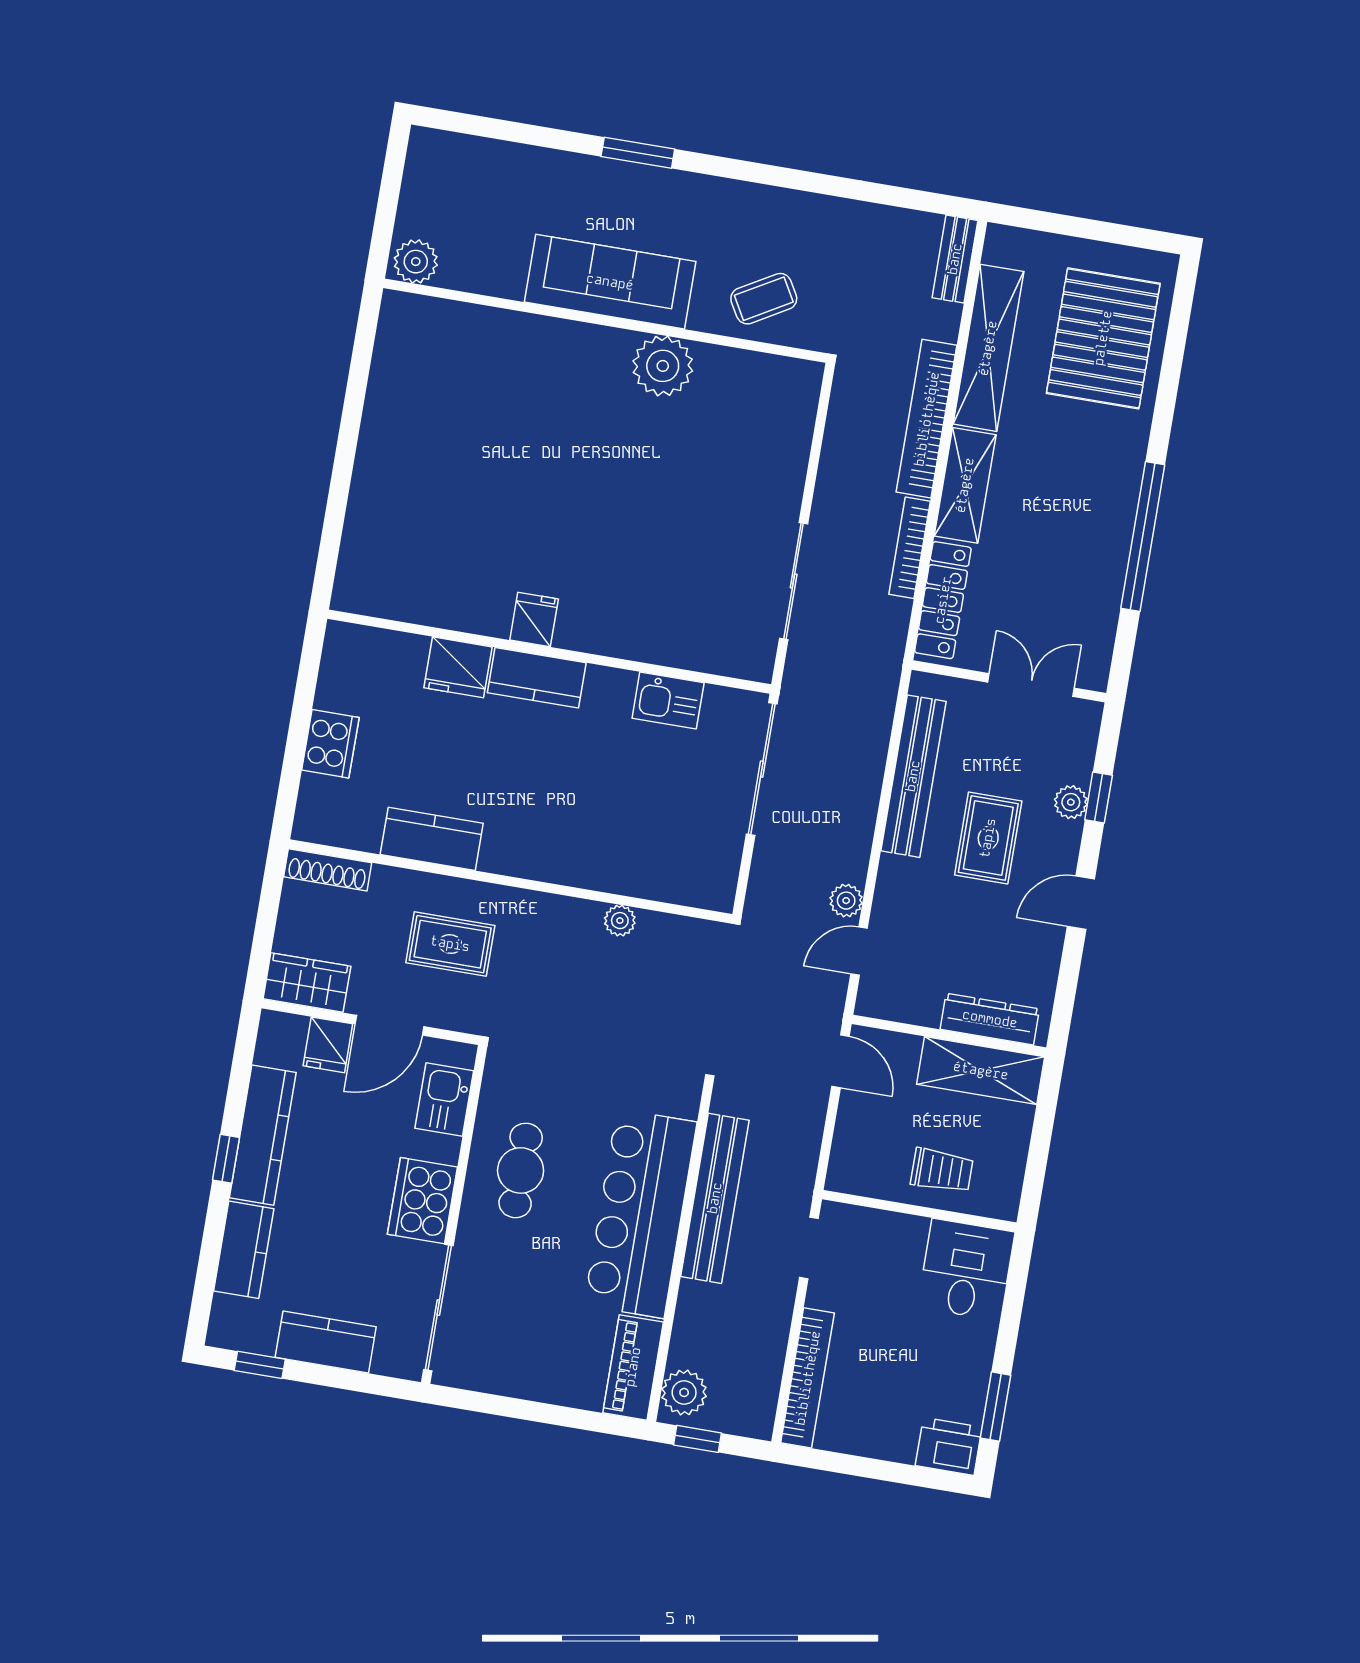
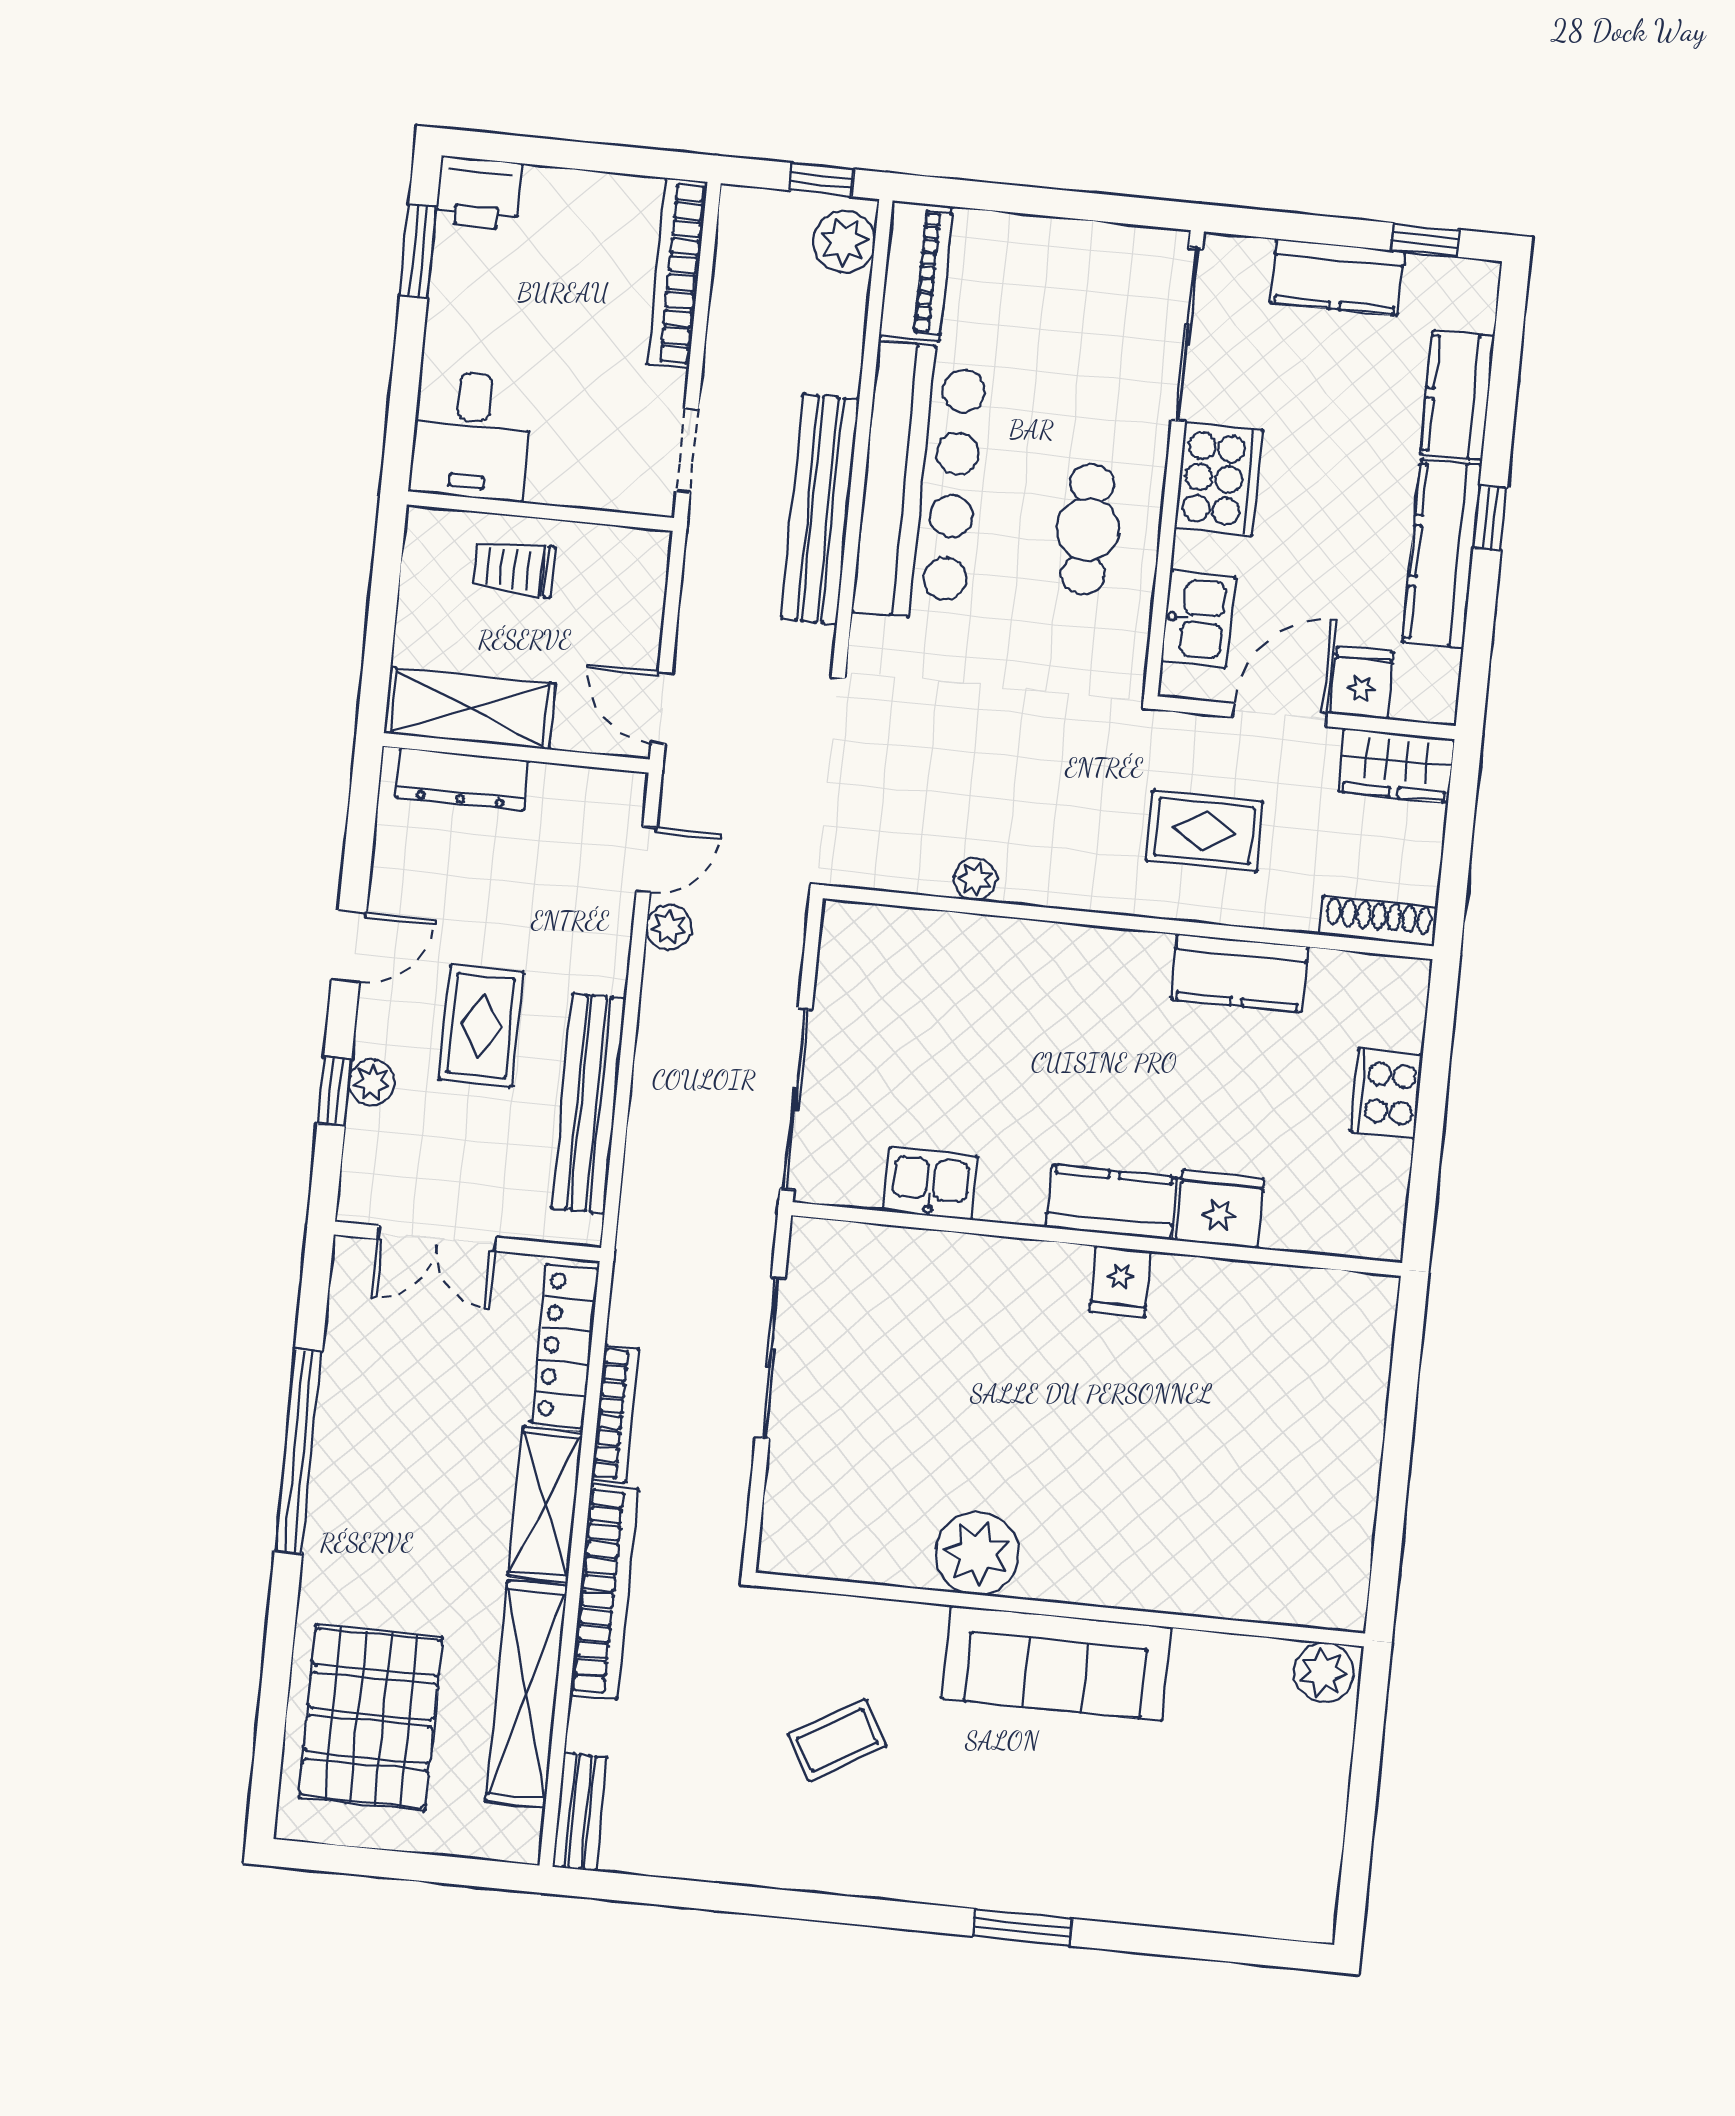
plant: (416, 262) -> (1324, 1672), moved
sofa: (610, 282) -> (1057, 1663), moved
wall: (605, 321) -> (1060, 1610), moved
plant: (663, 366) -> (977, 1553), moved

